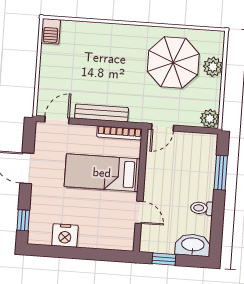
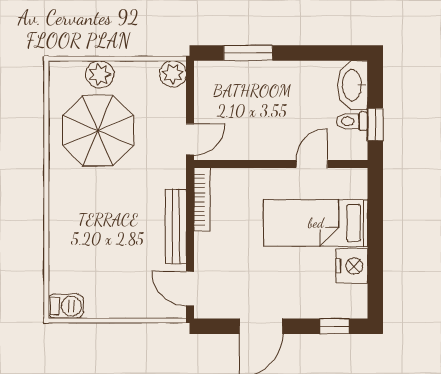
door: (163, 127) -> (190, 139), hinge flipped
bed: (102, 173) -> (316, 223), moved, turned 90
toilet: (202, 208) -> (352, 121), moved, turned 90

